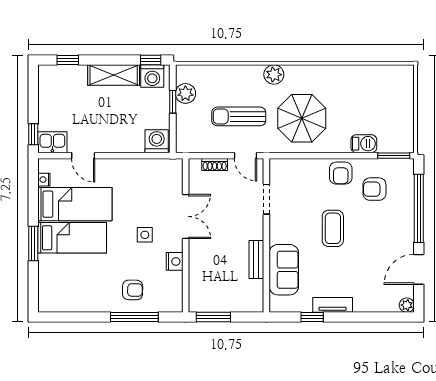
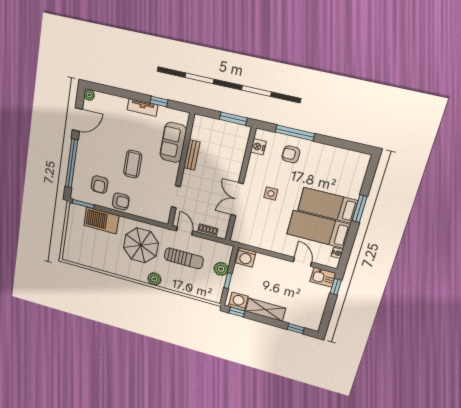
plant: (185, 93) -> (221, 269), moved
barbecue: (364, 144) -> (101, 221), width x1.88, depth x1.53
armchair: (341, 173) -> (121, 201), turned 90
armchair: (374, 189) -> (100, 184), turned 90
nightstand: (175, 261) -> (258, 147), moved

